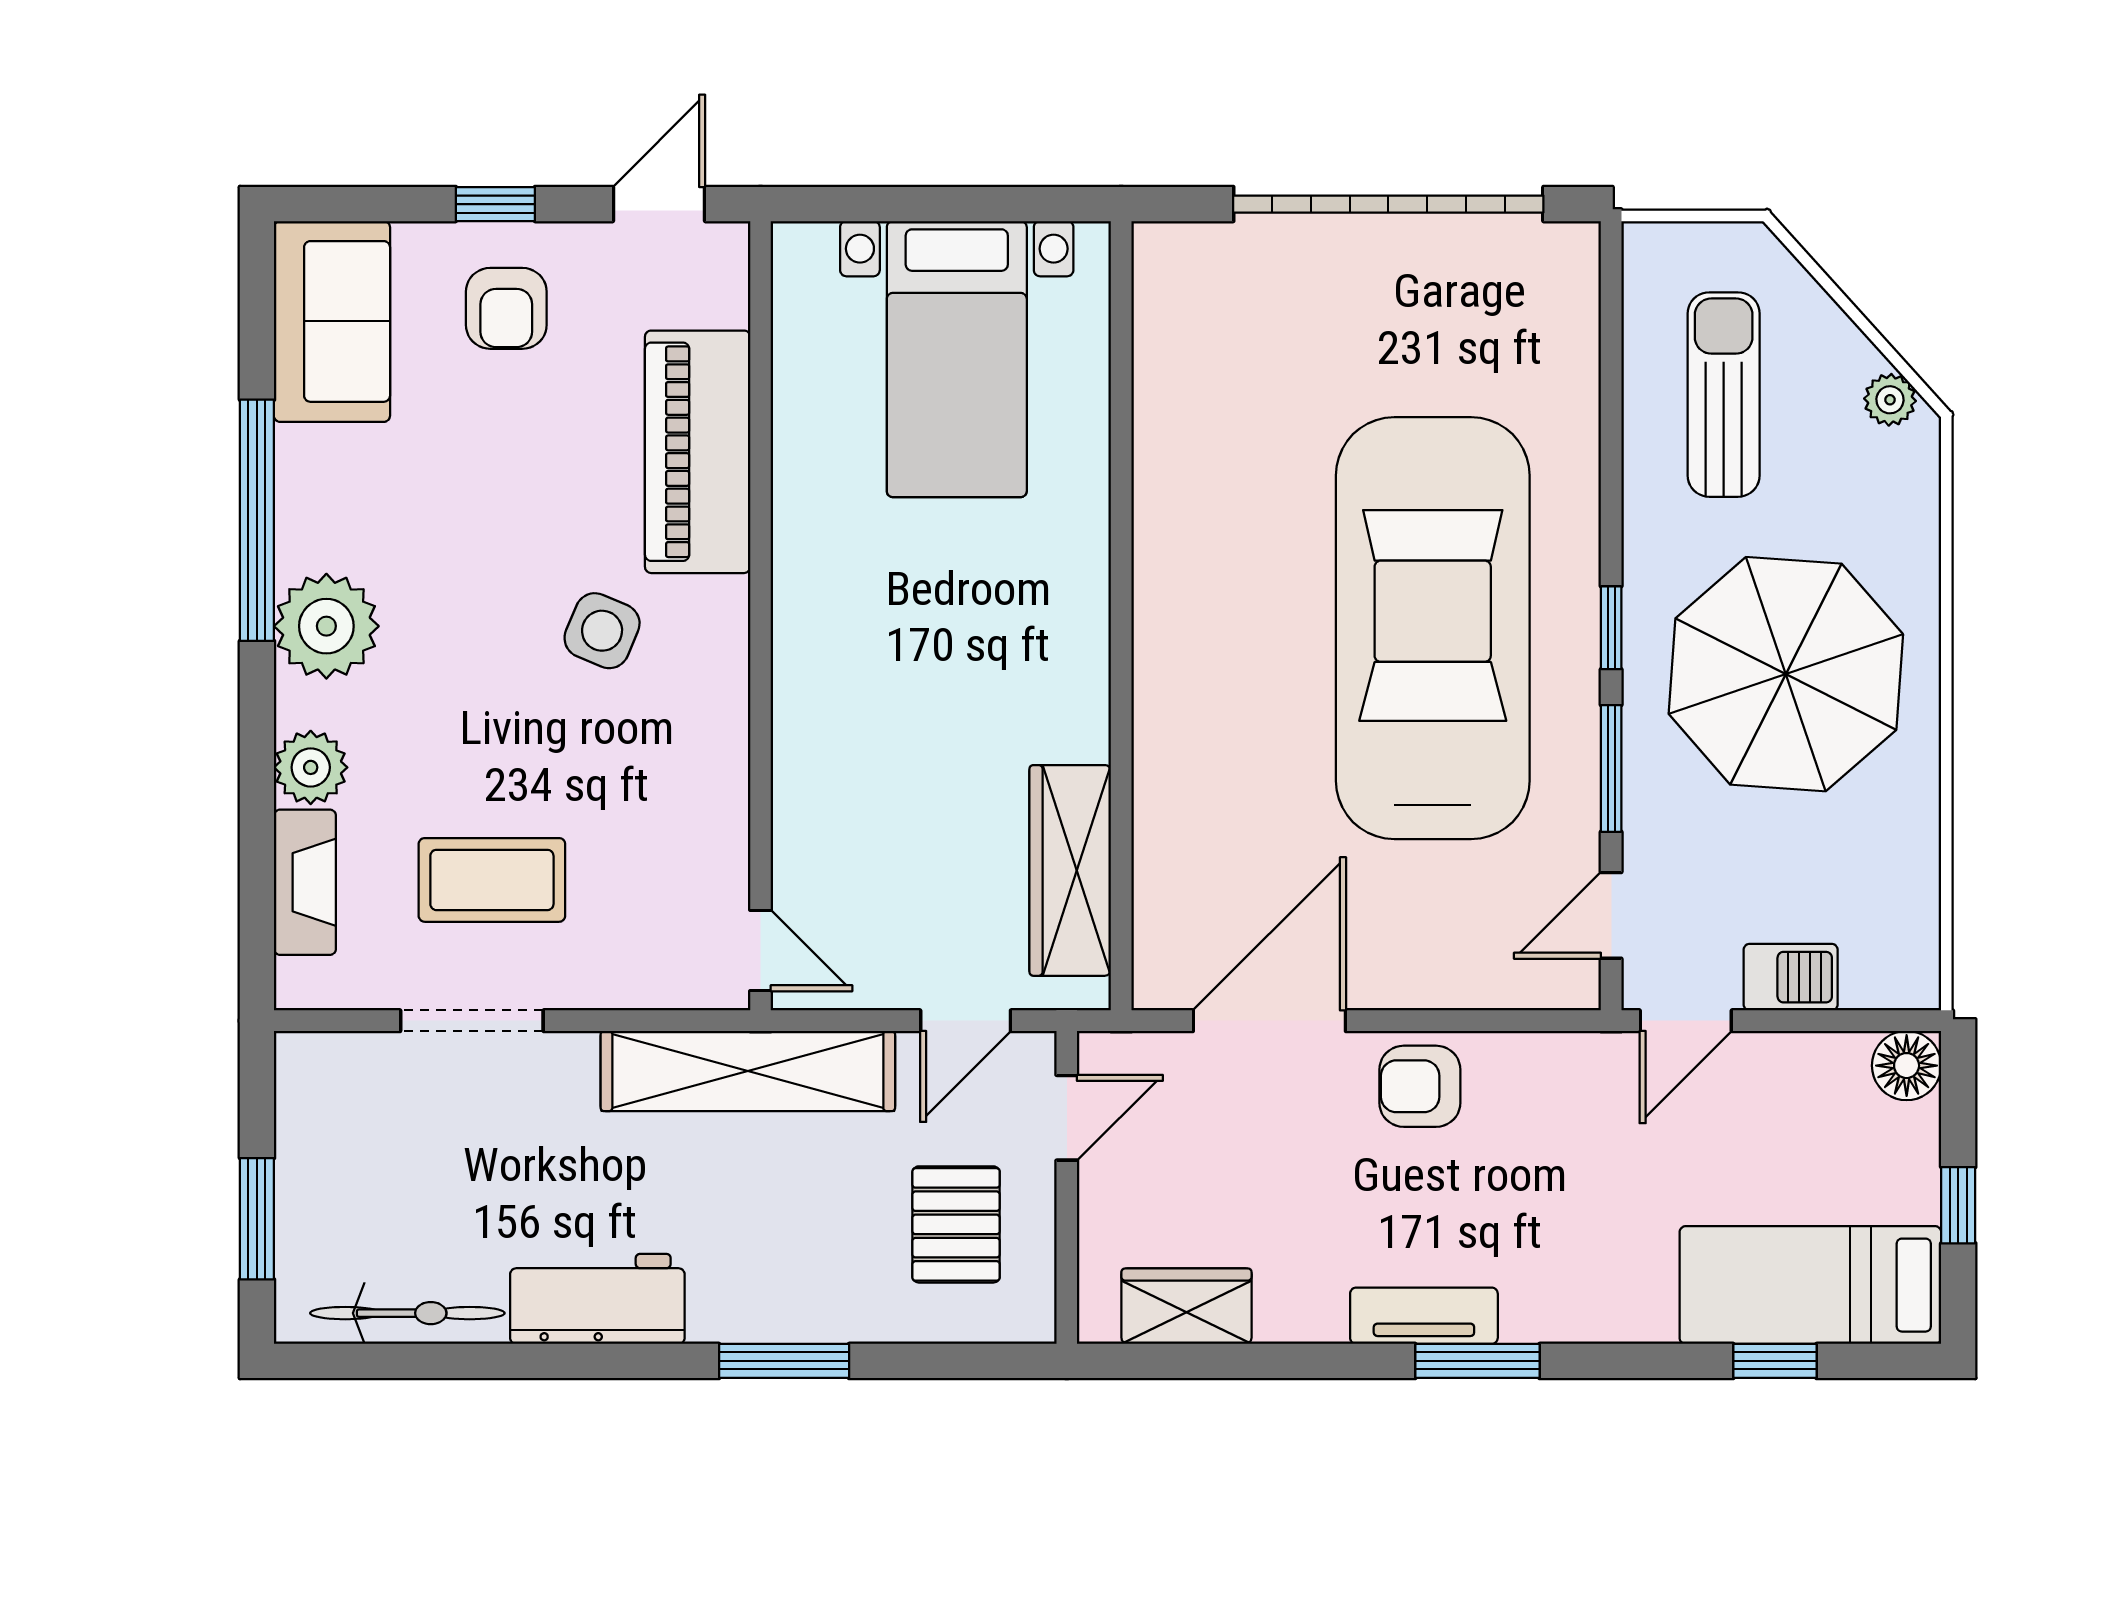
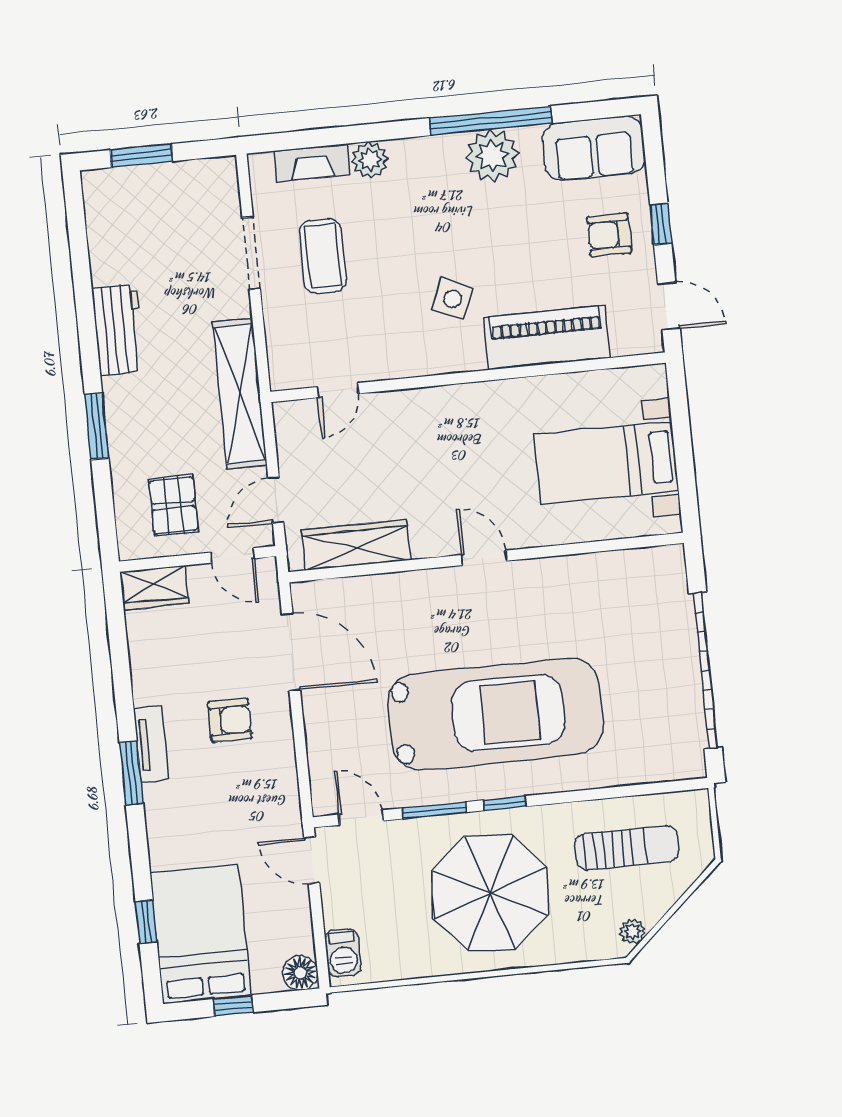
door: (1121, 620) -> (484, 558), added
plant: (326, 626) -> (492, 156), moved
door: (760, 951) -> (338, 390), moved
barbecue: (1791, 977) -> (343, 953), moved
door: (966, 1021) -> (276, 500), hinge flipped
armchair: (1420, 1086) -> (230, 720), moved, turned 90
pallet: (956, 1224) -> (173, 505), turned 90
bed: (1810, 1285) -> (201, 934), width x1.50
wardrobe: (1186, 1306) -> (154, 587), moved, turned 90
bicycle: (407, 1313) -> (102, 235), removed

